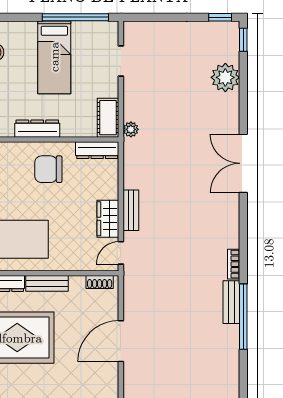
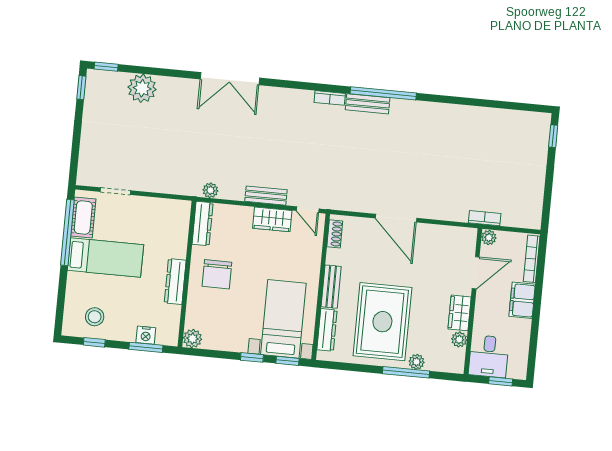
cot: (108, 118) -> (83, 217), moved, turned 90
plant: (131, 129) -> (210, 190), moved

